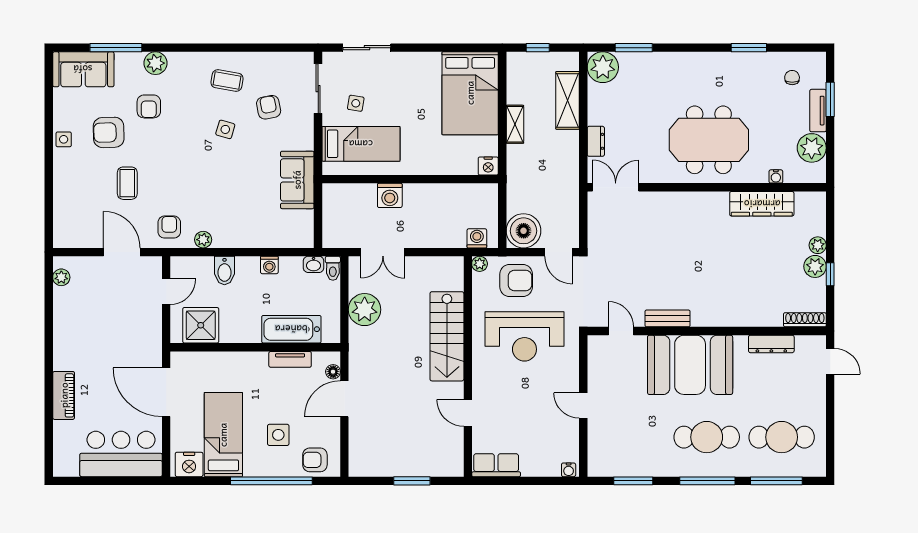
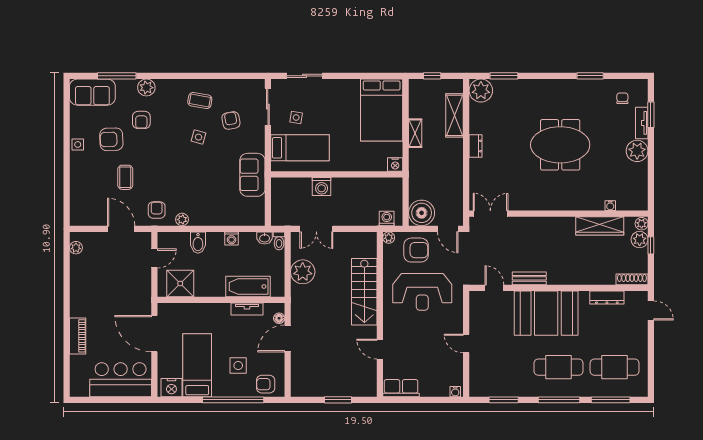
water cooler: (776, 176) -> (610, 206), moved
double door: (616, 187) -> (490, 214), moved
wall: (707, 187) -> (559, 214), moved
wardrobe: (762, 204) -> (600, 226), moved

